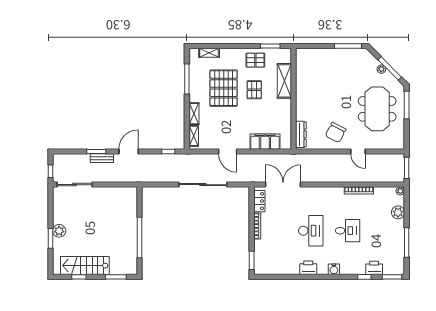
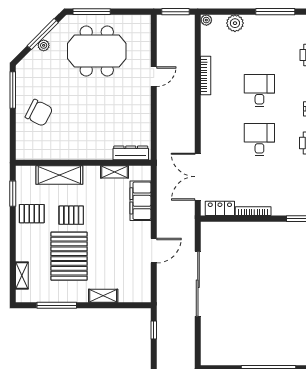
pallet: (255, 60) -> (32, 214), turned 90
pallet: (224, 88) -> (69, 256), turned 90
chair: (336, 132) -> (39, 113), moved
shelving: (194, 136) -> (114, 172), moved
desk: (311, 231) -> (259, 140), width x0.73

